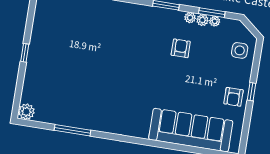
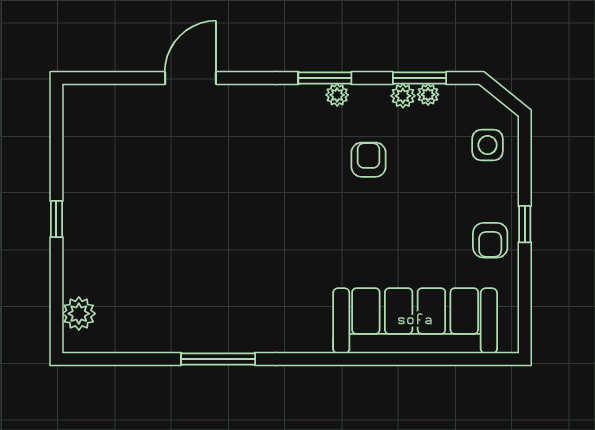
plant: (190, 18) -> (337, 95), moved
plant: (26, 112) -> (79, 314), moved
window: (73, 130) -> (218, 359), moved

